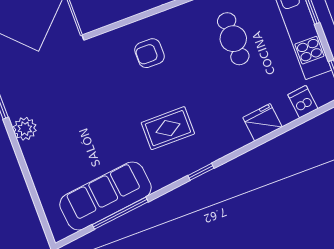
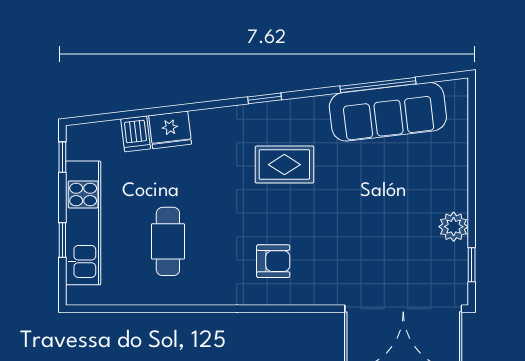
dishwasher: (303, 102) -> (136, 134), moved

